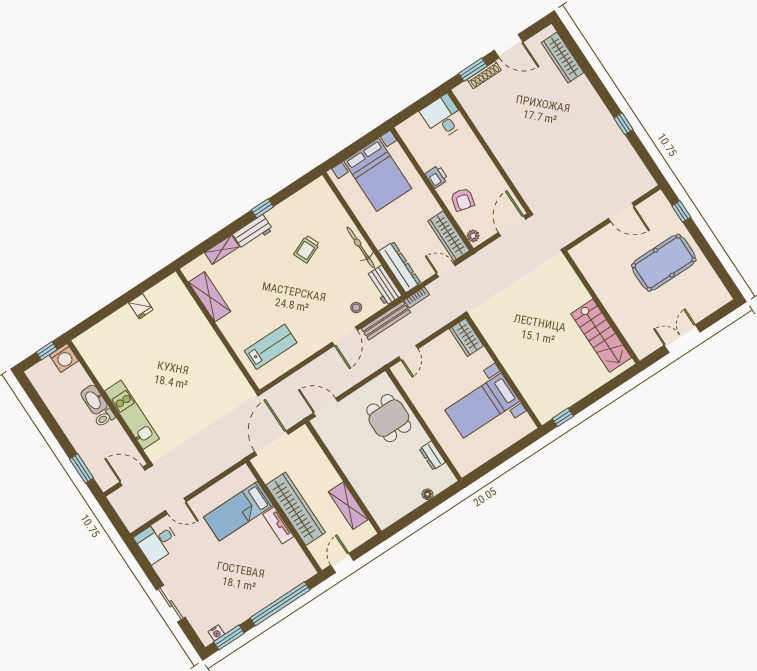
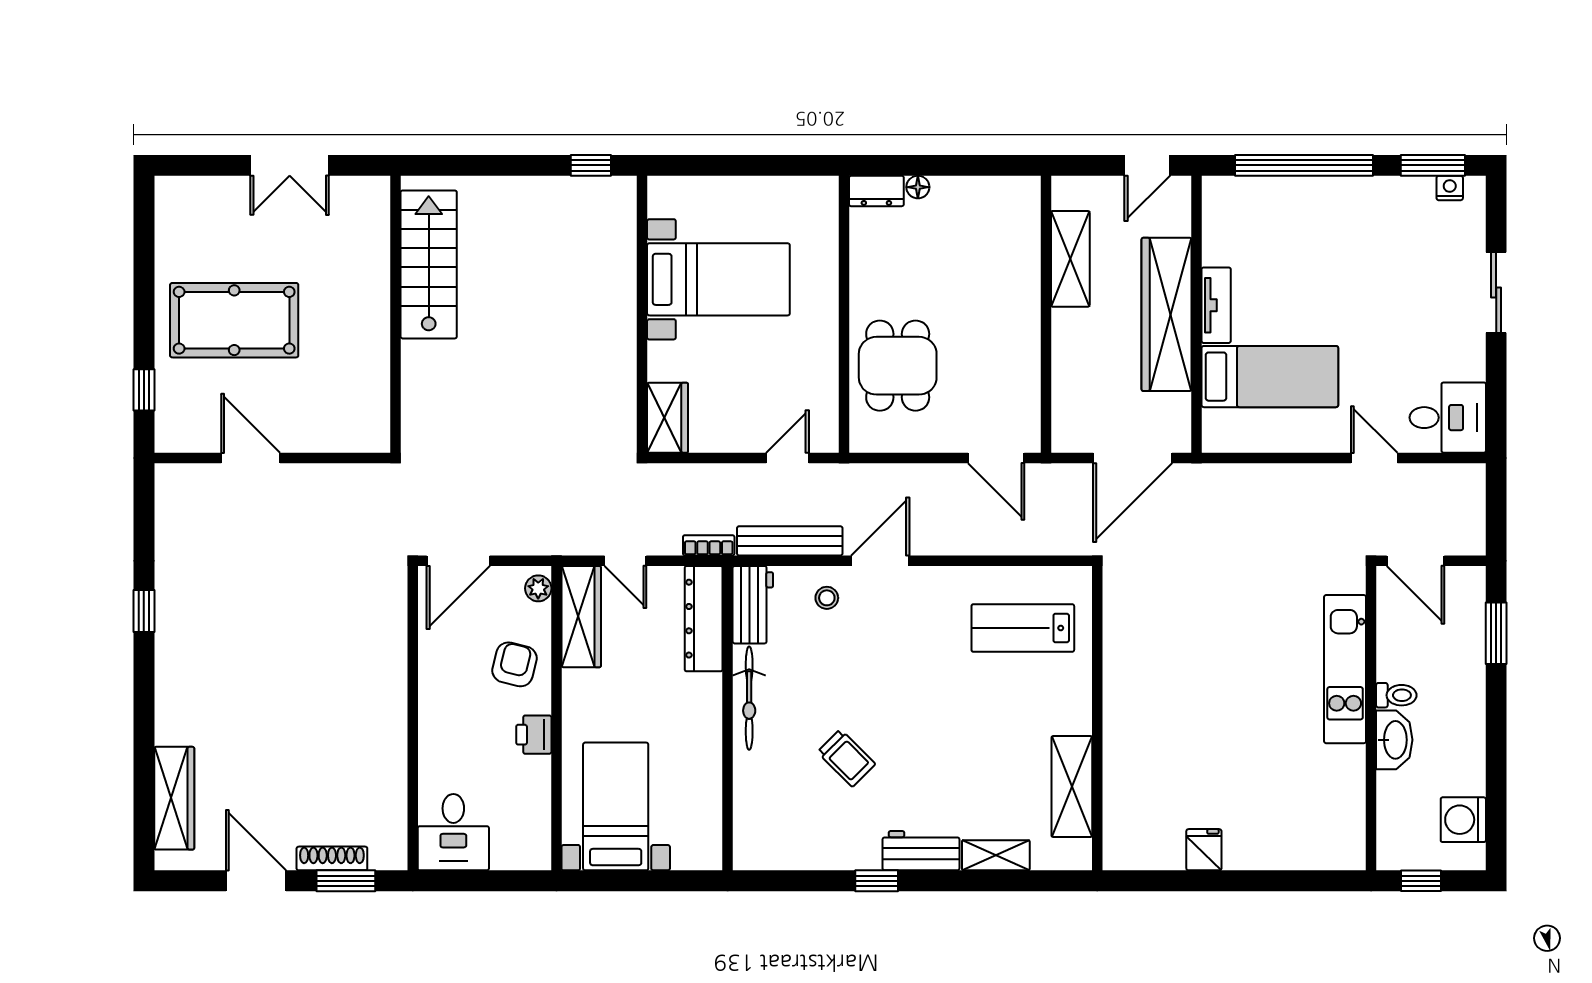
bed with nightstands: (378, 175) -> (616, 806), width x0.73
trolley: (307, 249) -> (846, 758), turned 68
washing machine: (64, 358) -> (1463, 820), moved, turned -90
dresser: (432, 456) -> (876, 191), moved, turned 90

